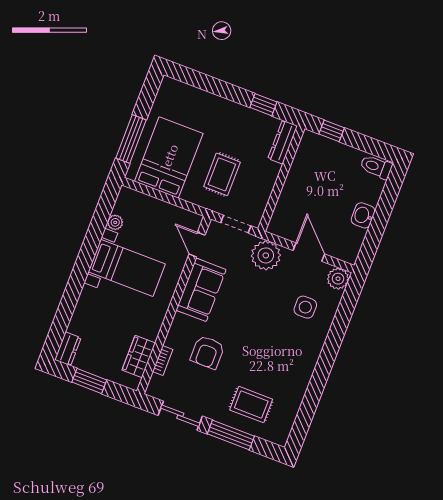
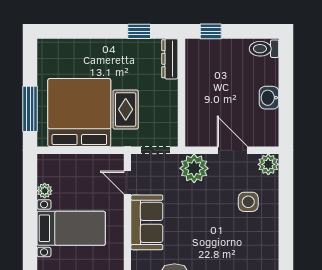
bed: (169, 157) -> (79, 113), width x1.36

